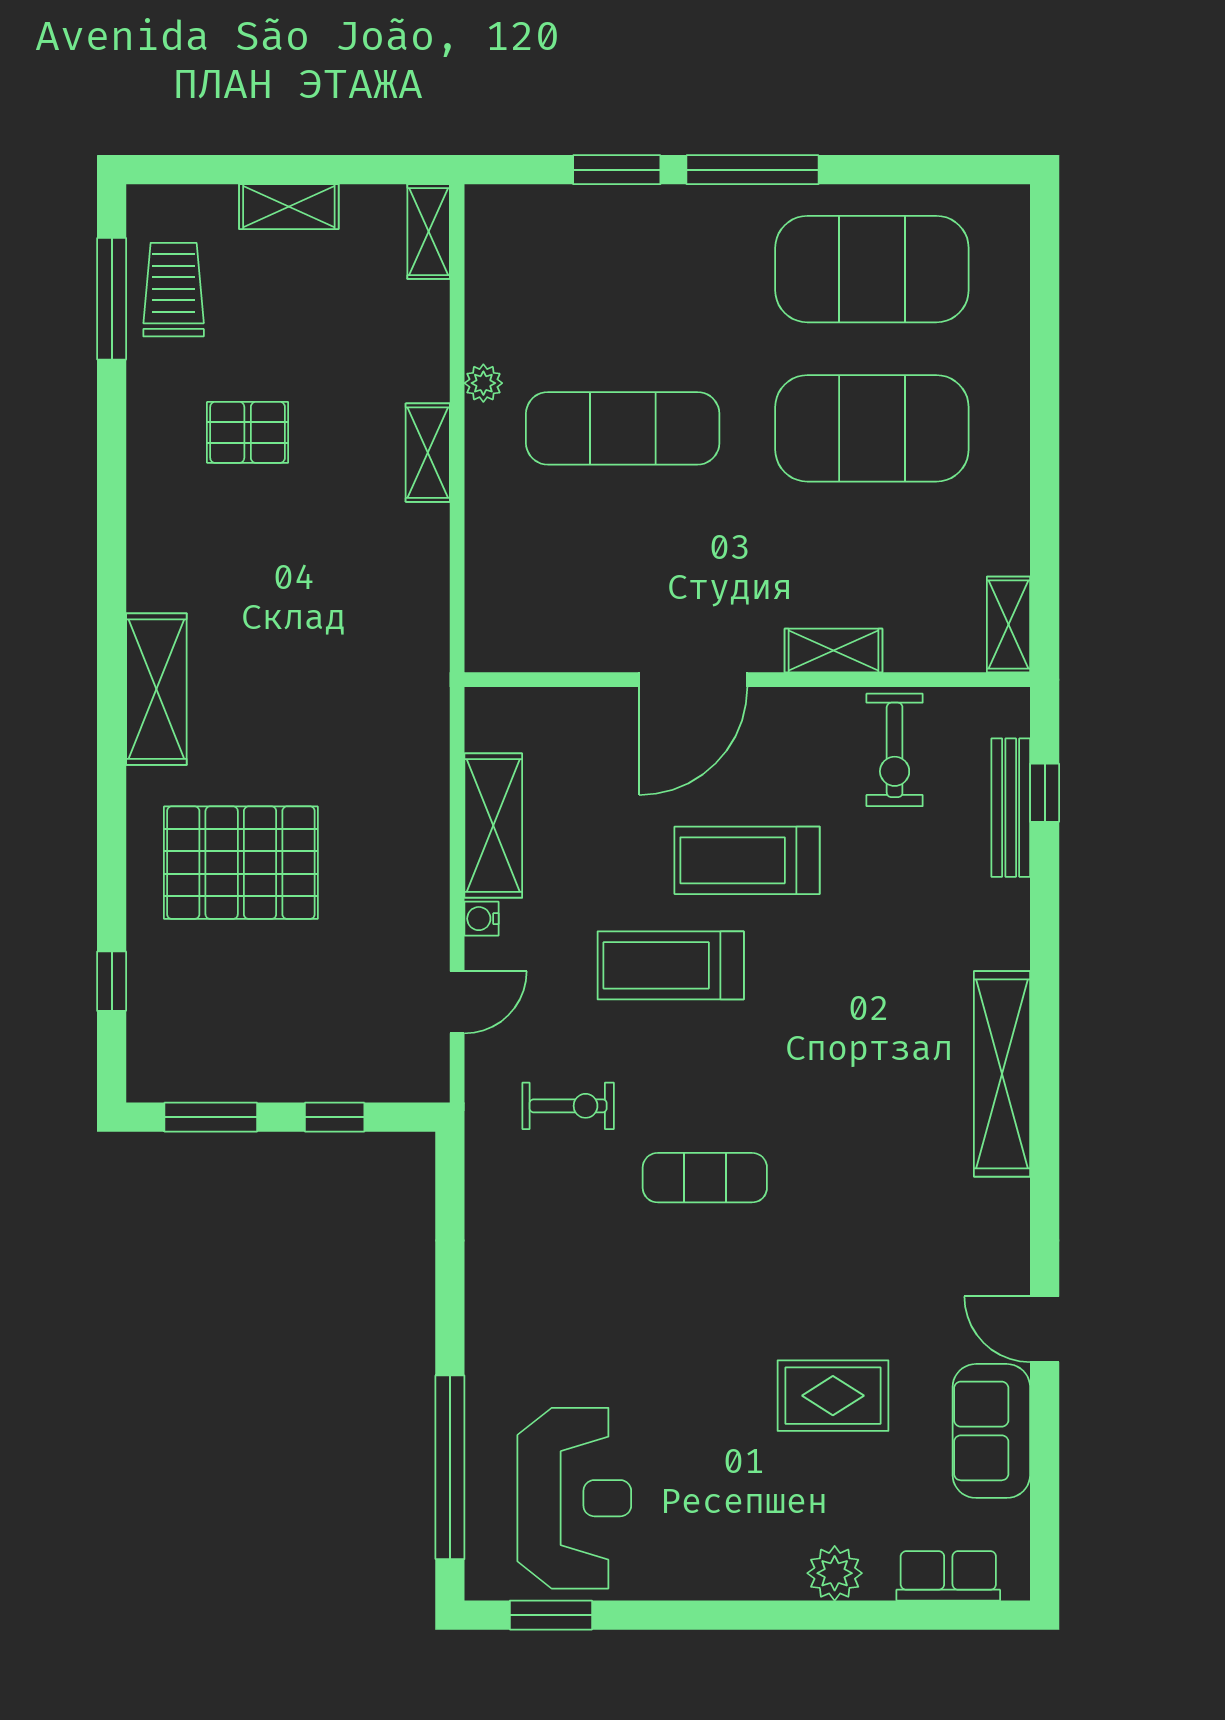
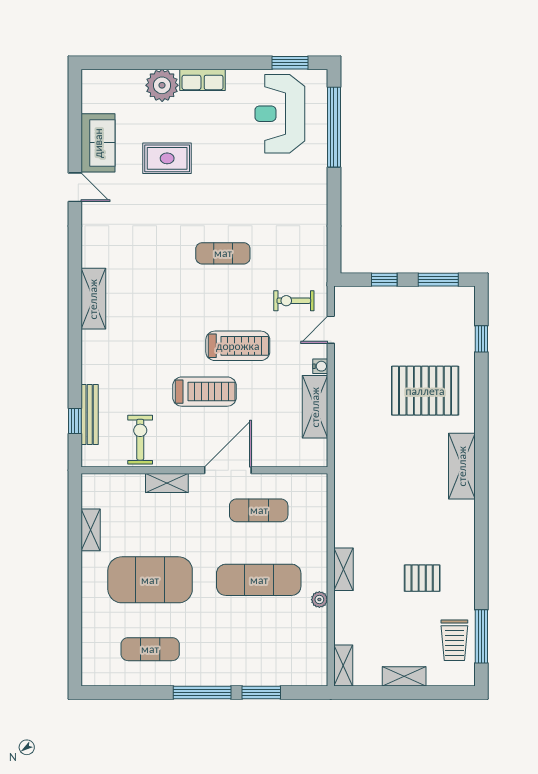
exercise mat: (872, 269) -> (150, 649), width x0.50, depth x0.69
exercise mat: (623, 588) -> (259, 510), added
shelving: (1008, 625) -> (91, 530), moved
shelving: (1002, 1074) -> (93, 299), width x0.68
exercise bike: (568, 1106) -> (294, 301), moved
plant: (835, 1573) -> (162, 85), width x1.36, depth x1.36
row of seats: (948, 1576) -> (203, 80), moved

